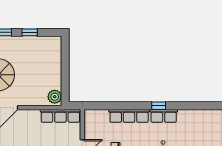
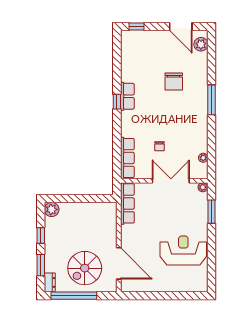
plant: (55, 97) -> (52, 209), moved
row of seats: (129, 116) -> (127, 158), moved

